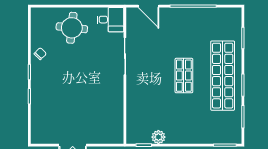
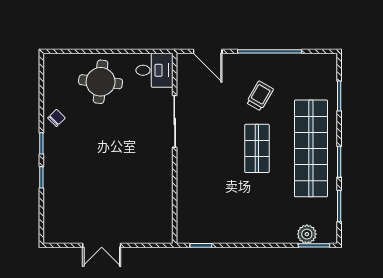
trolley: (186, 38) -> (260, 96), added
plant: (158, 137) -> (307, 234), moved

